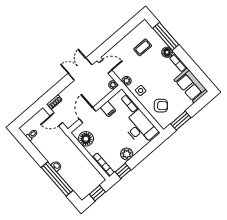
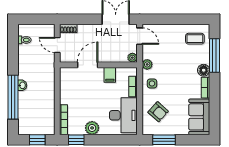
coffee table: (143, 47) -> (195, 39), moved
floor lamp: (86, 139) -> (68, 84), removed

